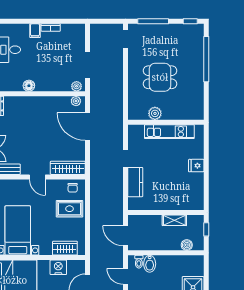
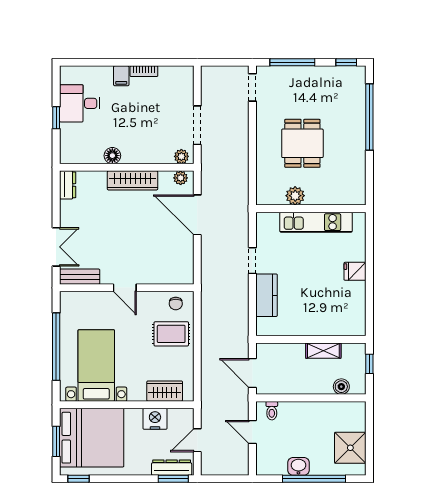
dining table: (160, 77) -> (302, 143), turned 90
wardrobe: (68, 168) -> (133, 180), moved, turned 180
bidet: (150, 264) -> (287, 414), removed

